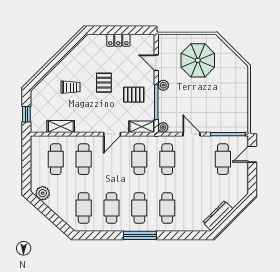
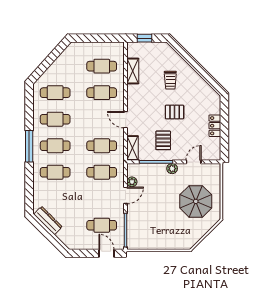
plant: (163, 127) -> (132, 182), moved
plant: (43, 193) -> (69, 54), removed

